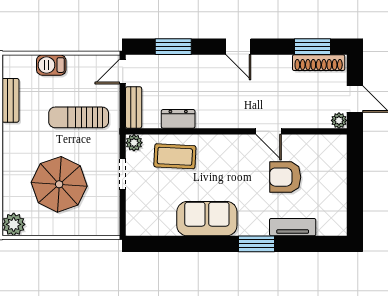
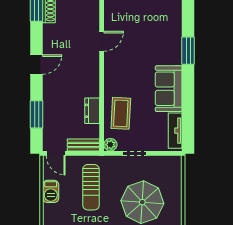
barbecue: (51, 65) -> (51, 191), moved
armchair: (285, 177) -> (137, 29), removed
tv unit: (293, 227) -> (175, 131), moved

